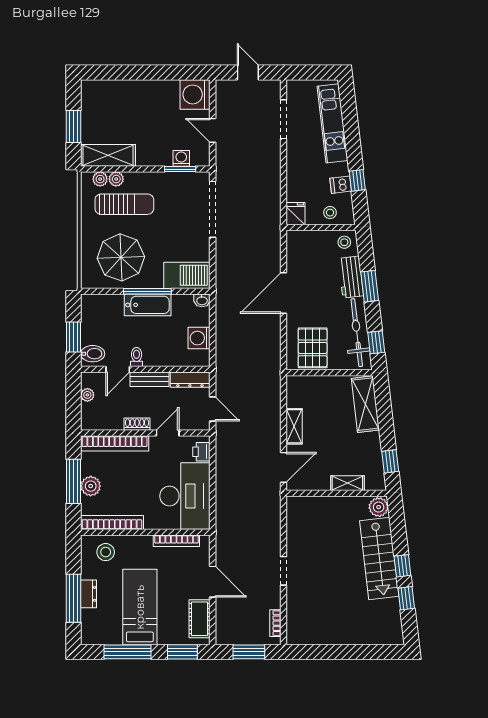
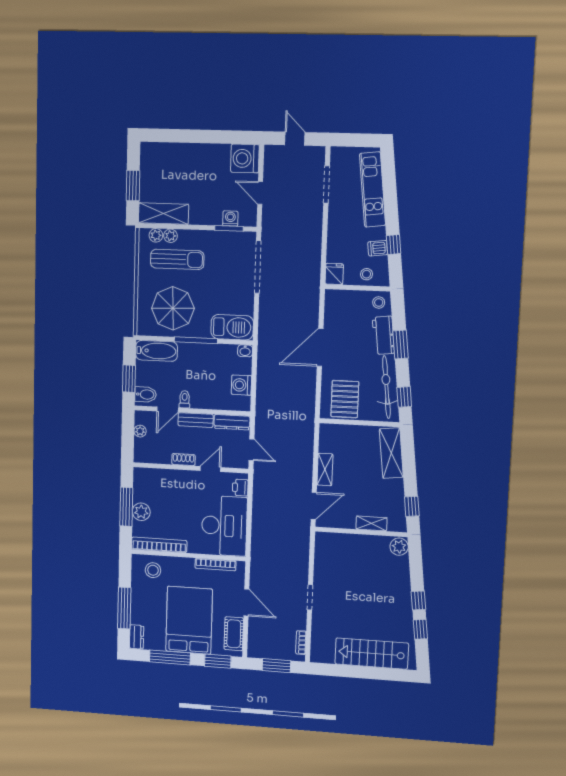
bathtub: (148, 305) -> (157, 351), moved
bookcase: (115, 443) -> (163, 476), removed
stairs: (379, 558) -> (372, 654), moved, turned 97
dresser: (88, 594) -> (137, 637), moved
bed: (140, 607) -> (189, 620), width x1.50

